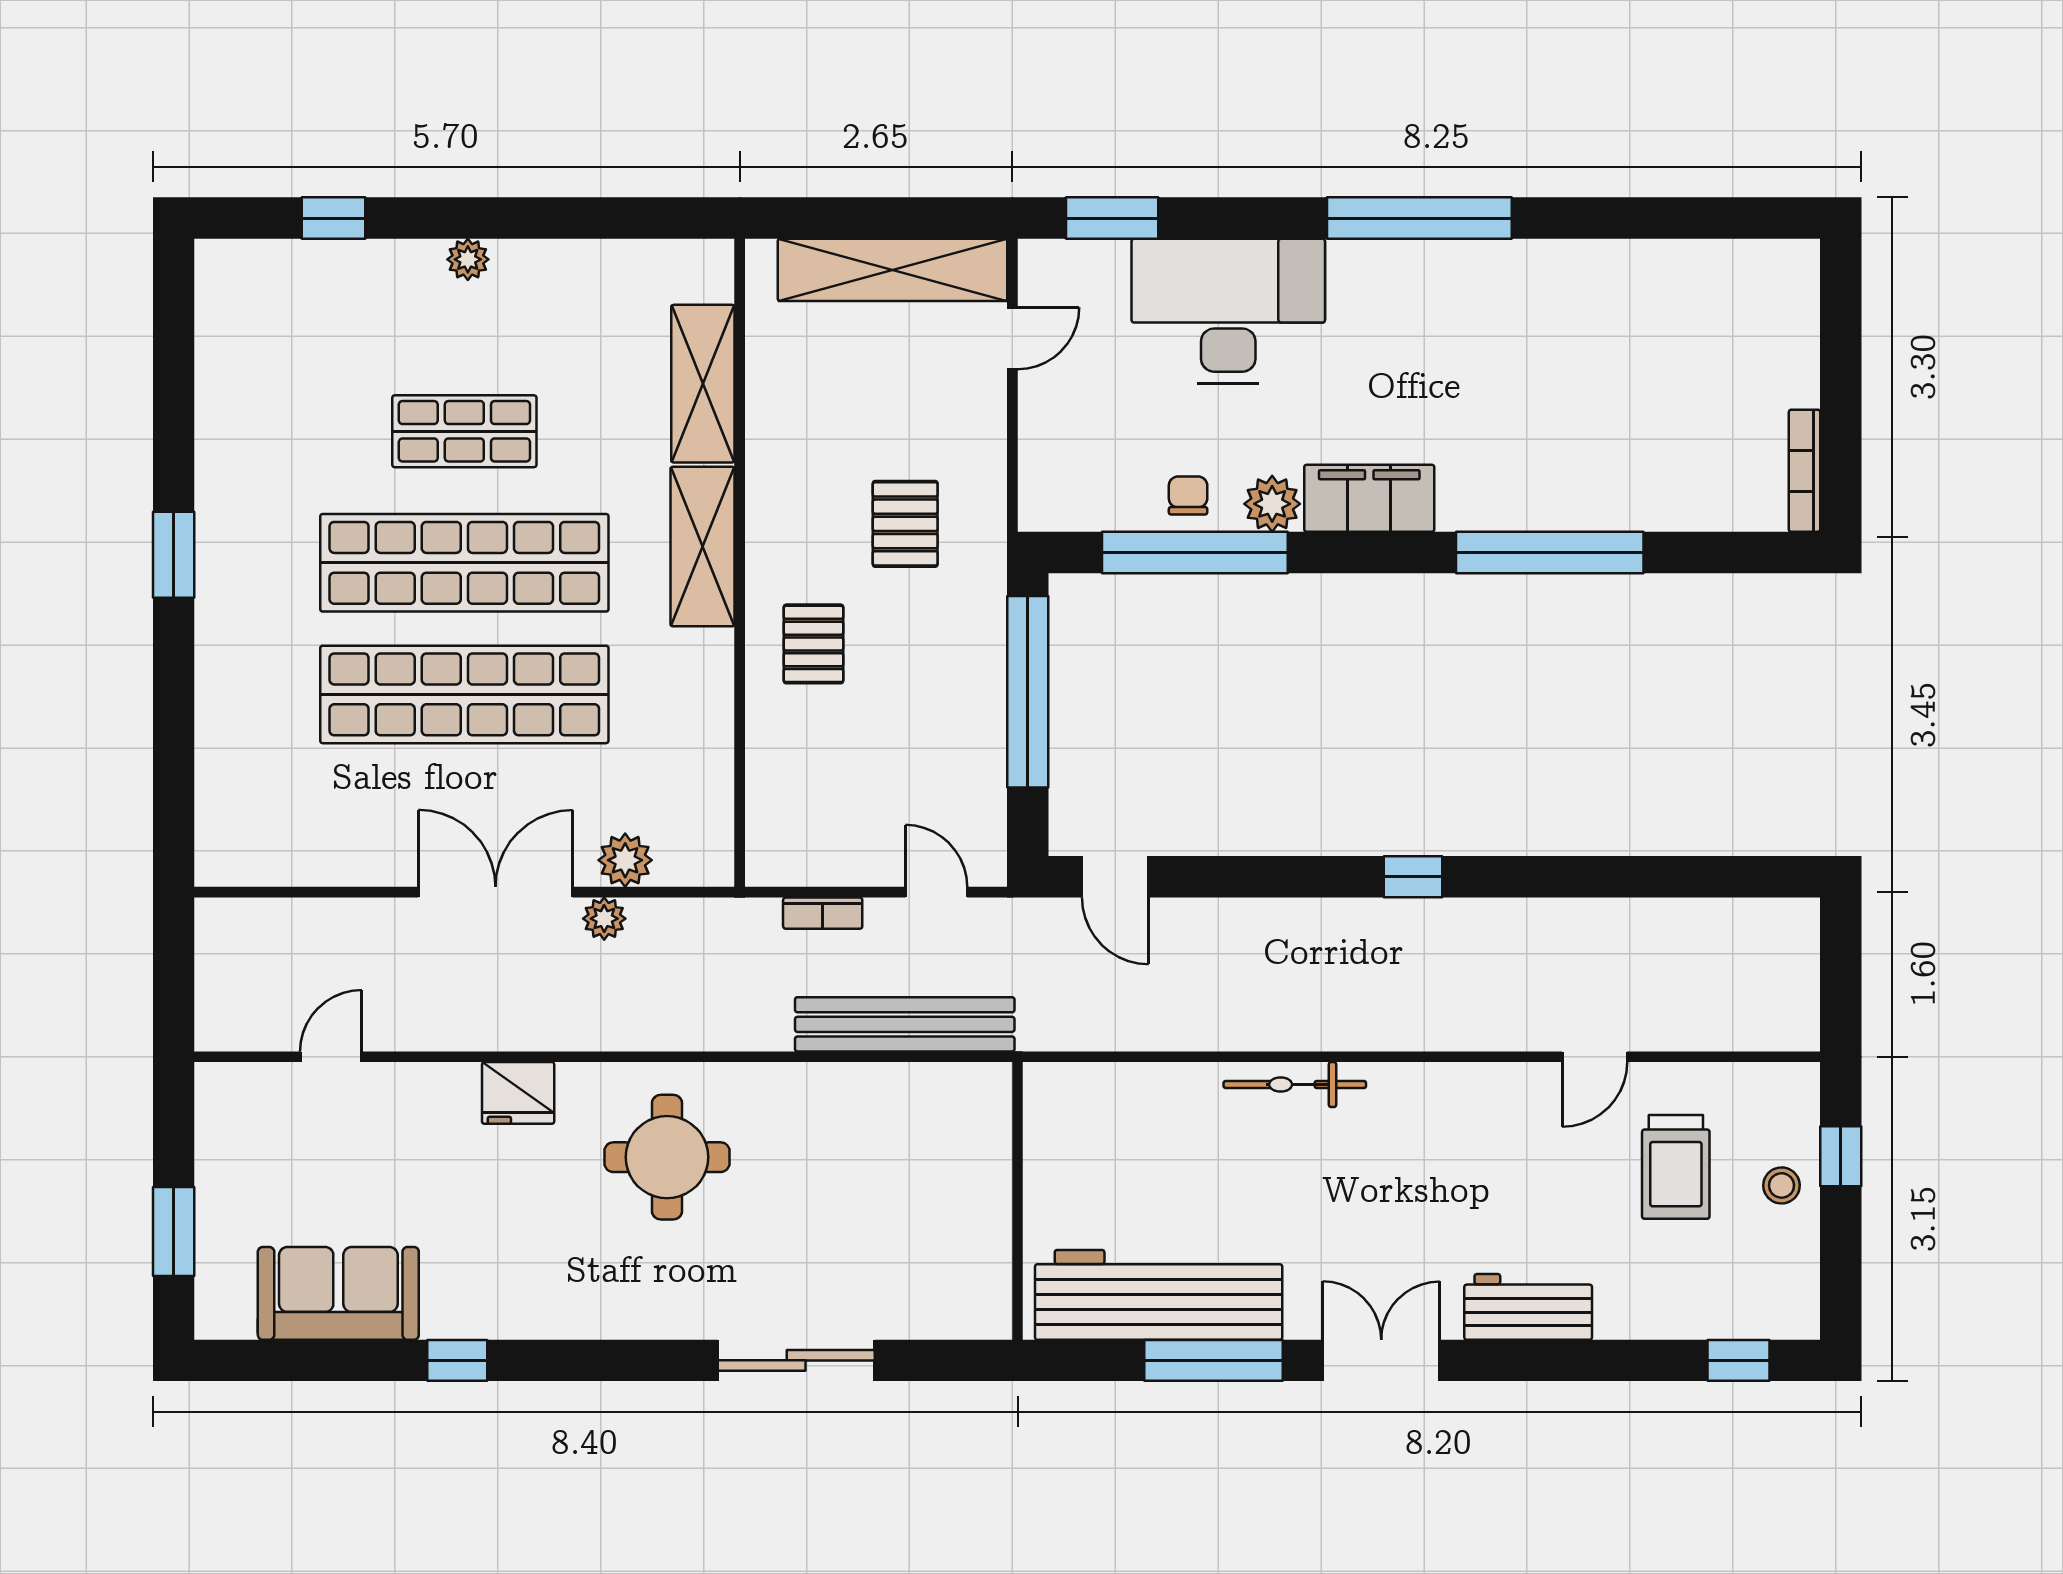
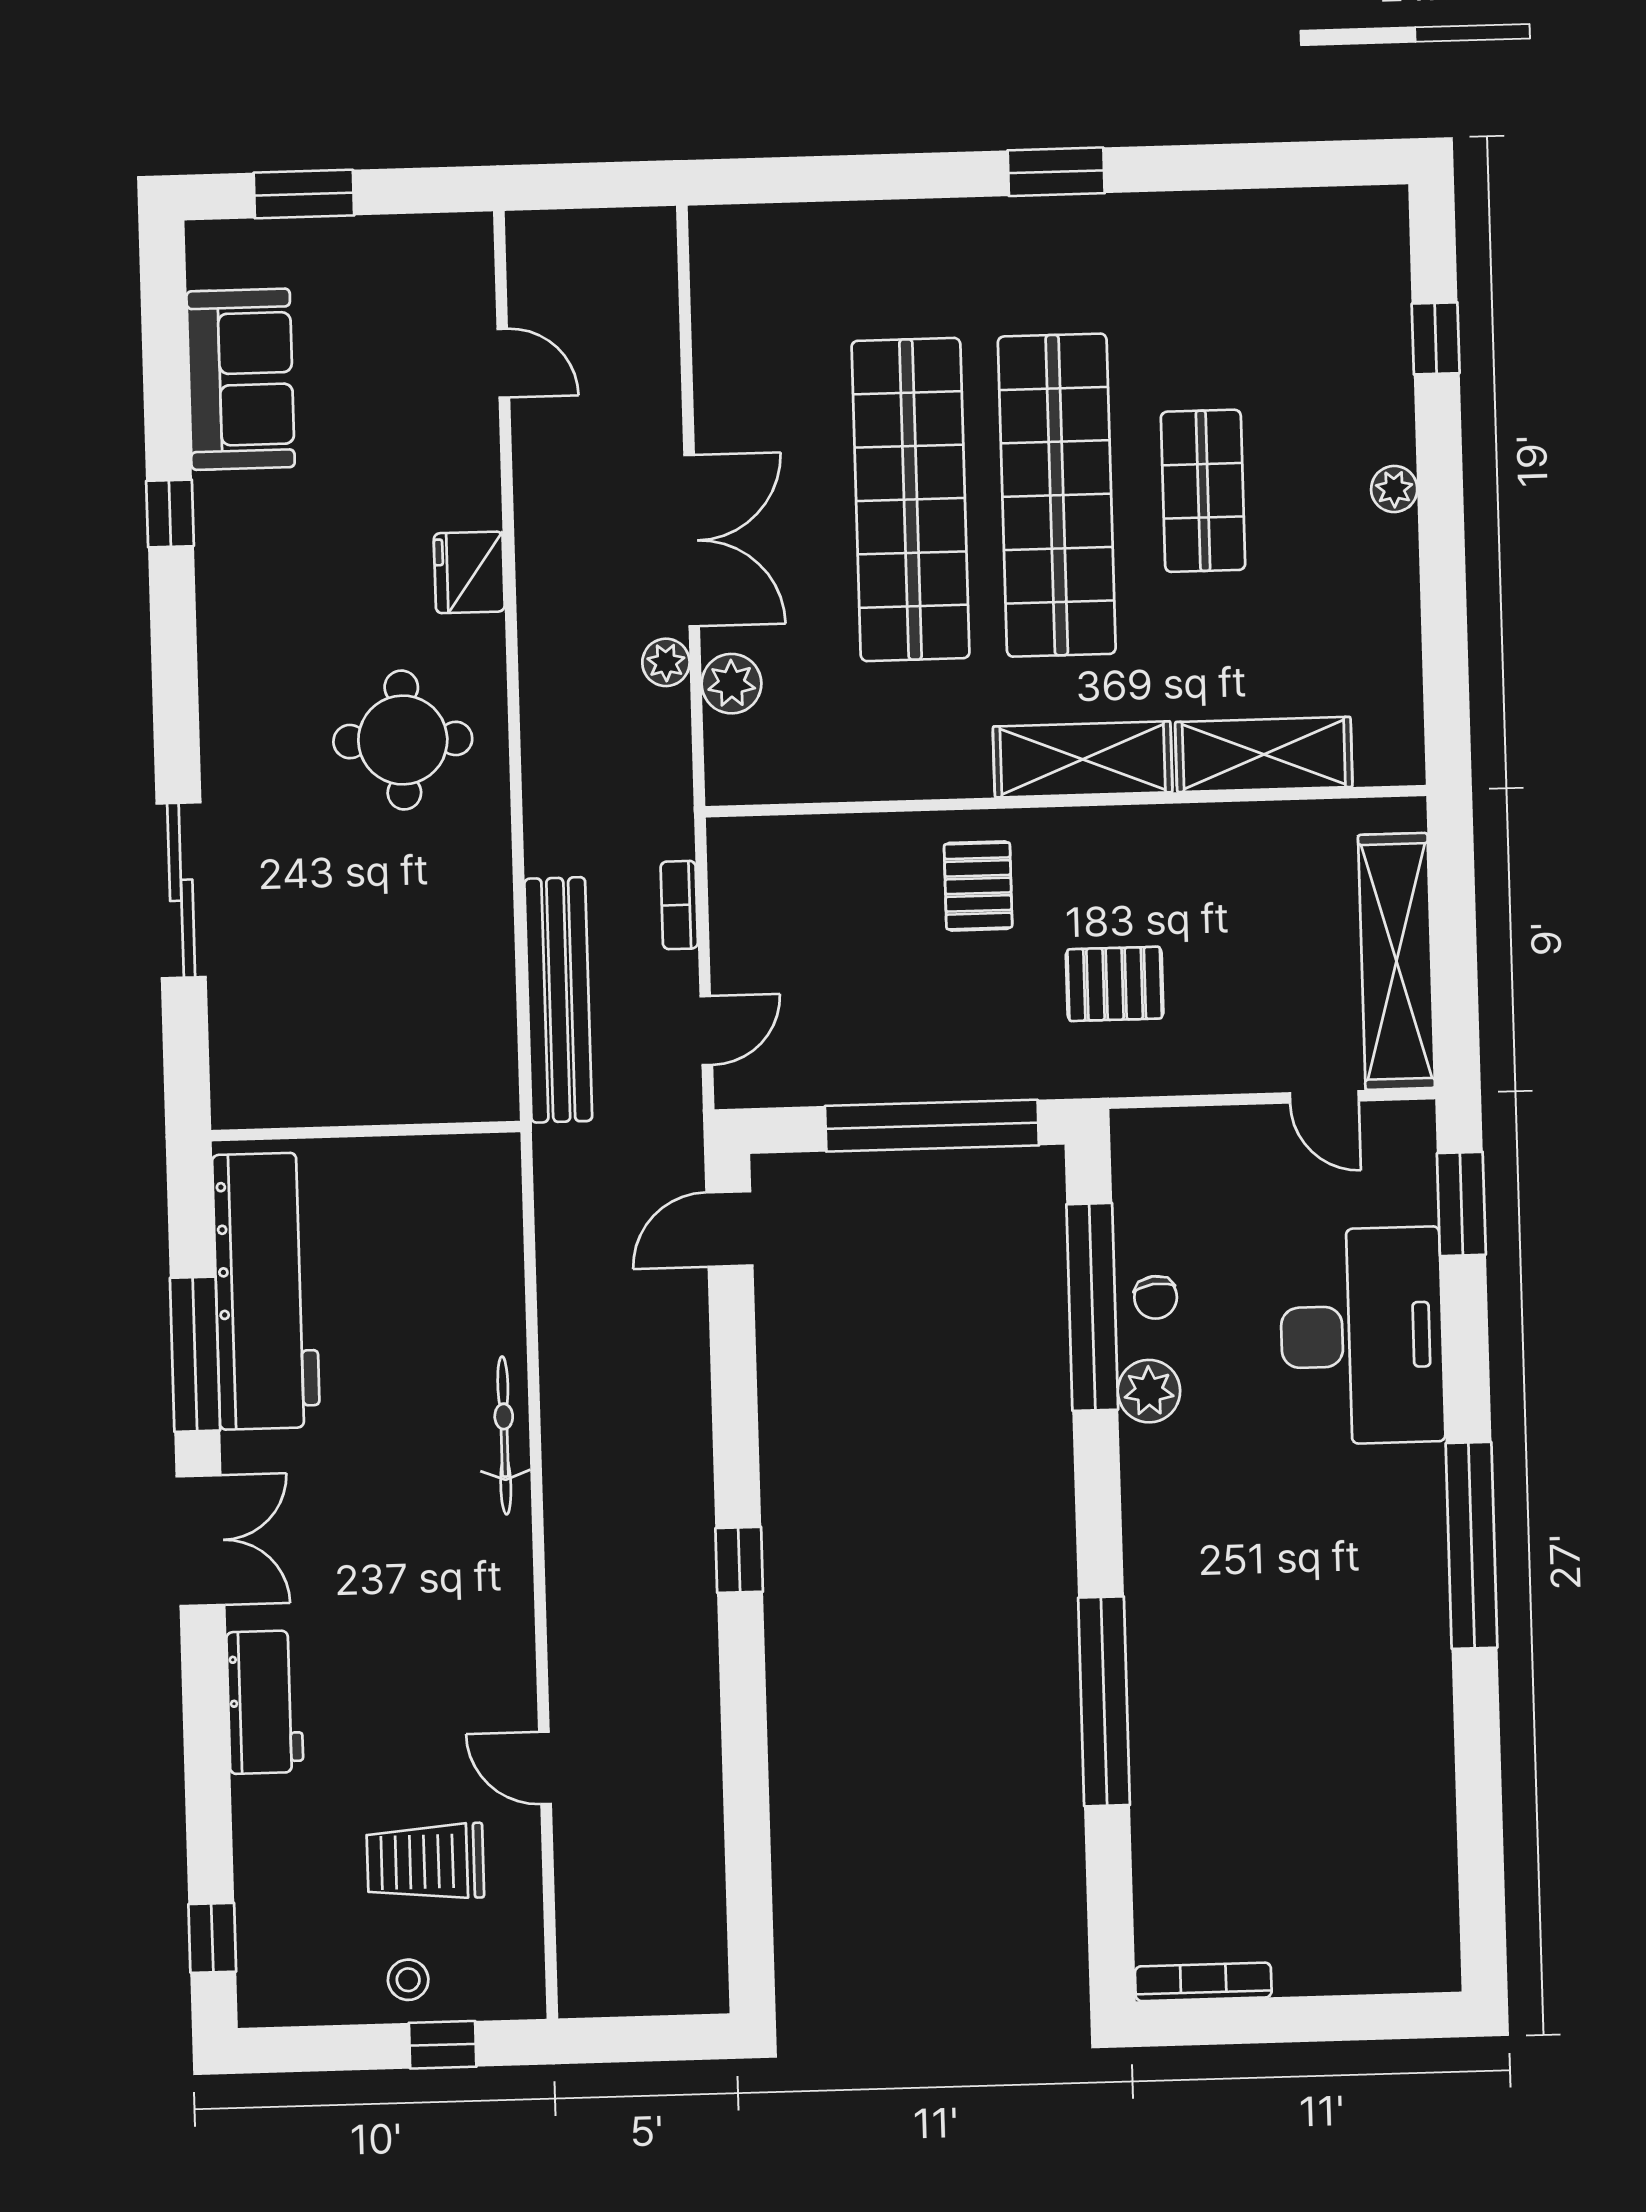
chair: (1188, 495) -> (1156, 1297), turned 83
filing cabinet: (1369, 498) -> (1158, 1499), removed
pallet: (813, 644) -> (978, 886), turned 90

